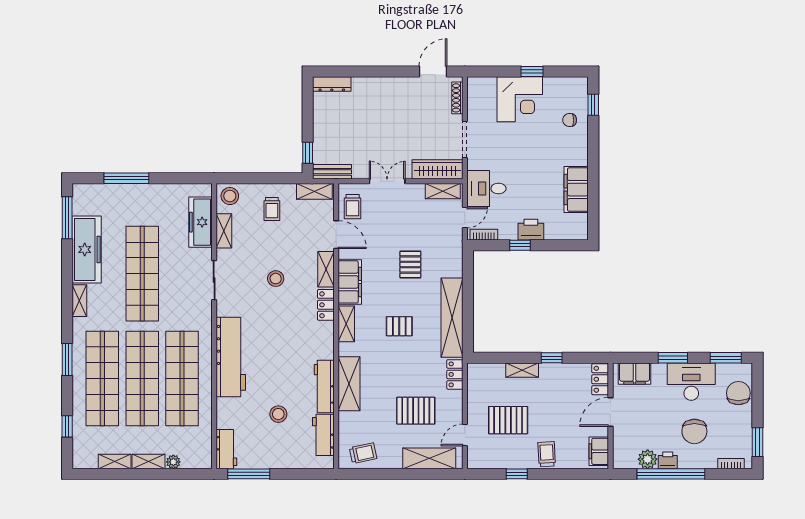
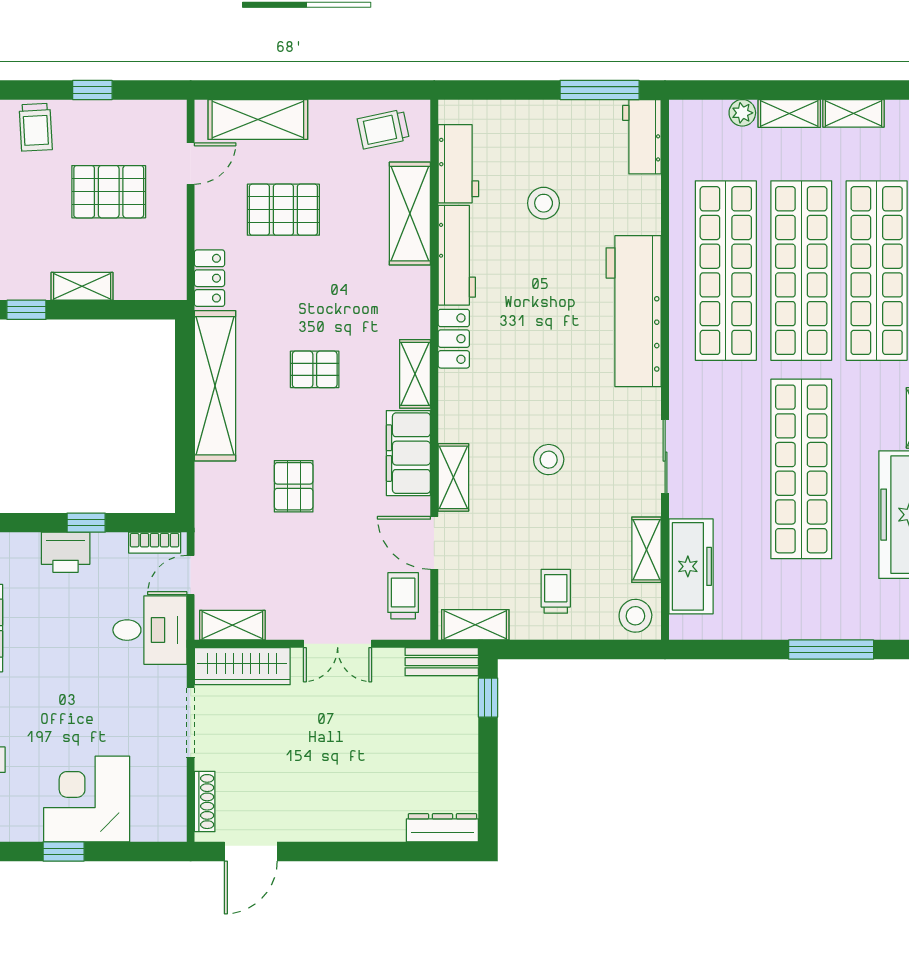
locker: (326, 305) -> (454, 339), moved
shelving: (349, 384) -> (410, 214), moved

